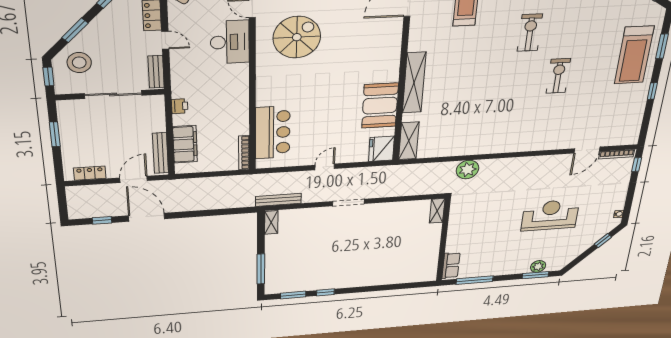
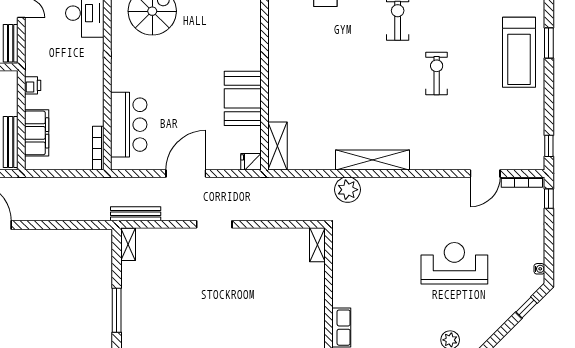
shelving: (414, 83) -> (373, 160), moved, turned 90
window: (652, 91) -> (549, 146), moved
fridge: (381, 149) -> (251, 162), width x0.53, depth x0.75
door: (325, 167) -> (186, 173), width x1.88

